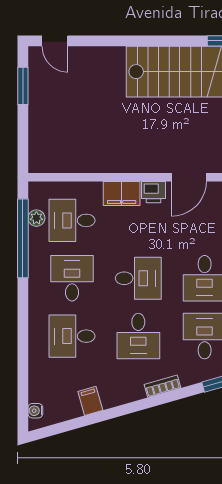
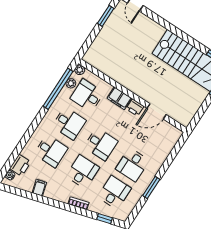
plant: (37, 190) -> (80, 70), added
desk: (72, 278) -> (69, 123), turned 90
desk: (72, 336) -> (51, 151), turned 180
desk: (138, 336) -> (83, 172), turned 180
printer: (41, 386) -> (20, 165), added

